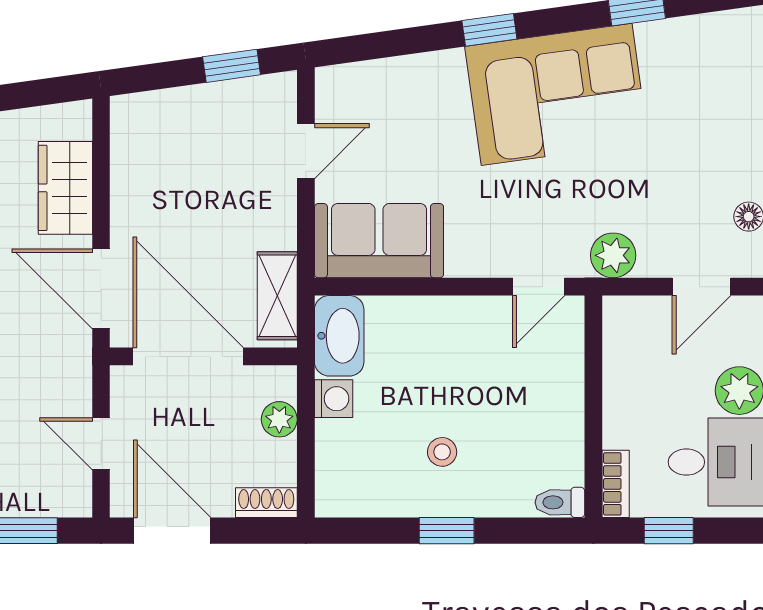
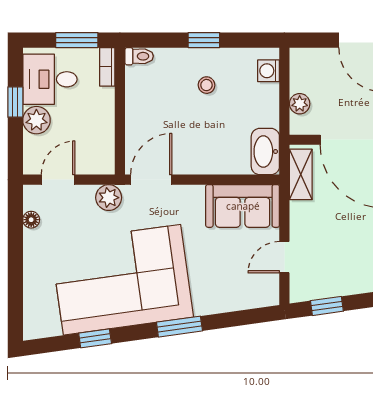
window: (489, 30) -> (179, 327), width x1.50
corner sofa: (557, 94) -> (122, 280), width x1.36, depth x1.36
door: (539, 287) -> (151, 180), width x1.38
washing machine: (334, 399) -> (269, 71), moved
shoe rack: (266, 503) -> (307, 56), removed
window: (669, 531) -> (77, 40), width x1.50

